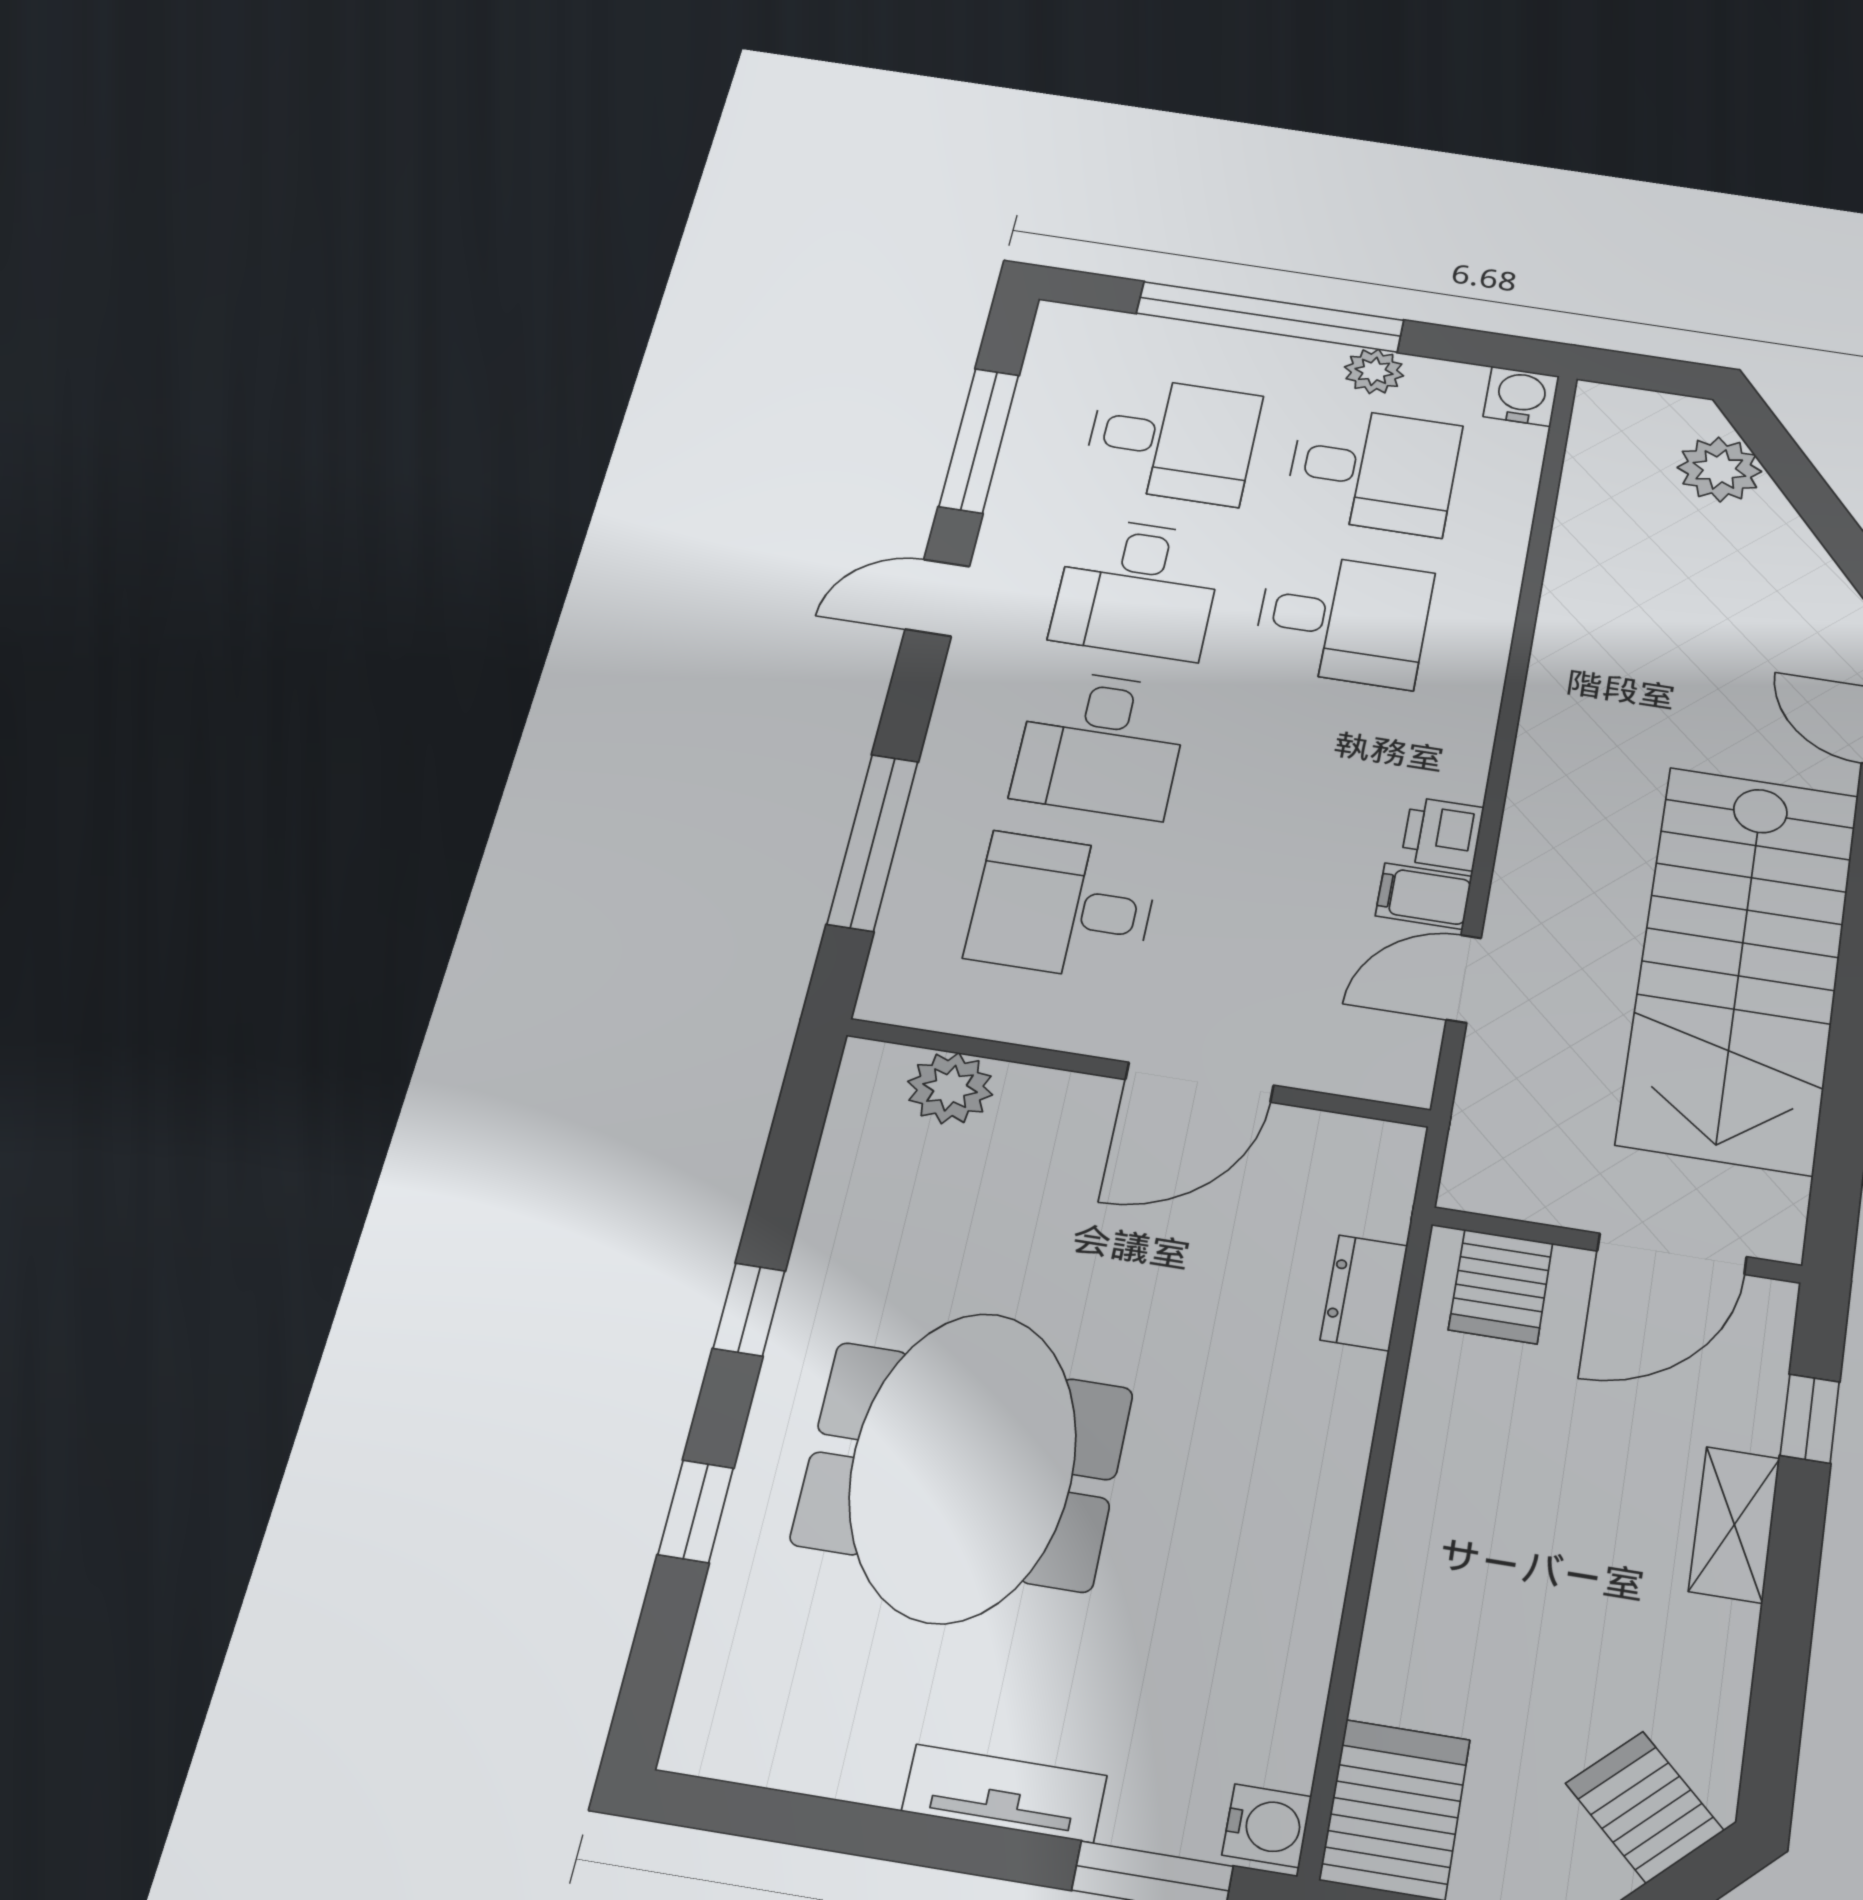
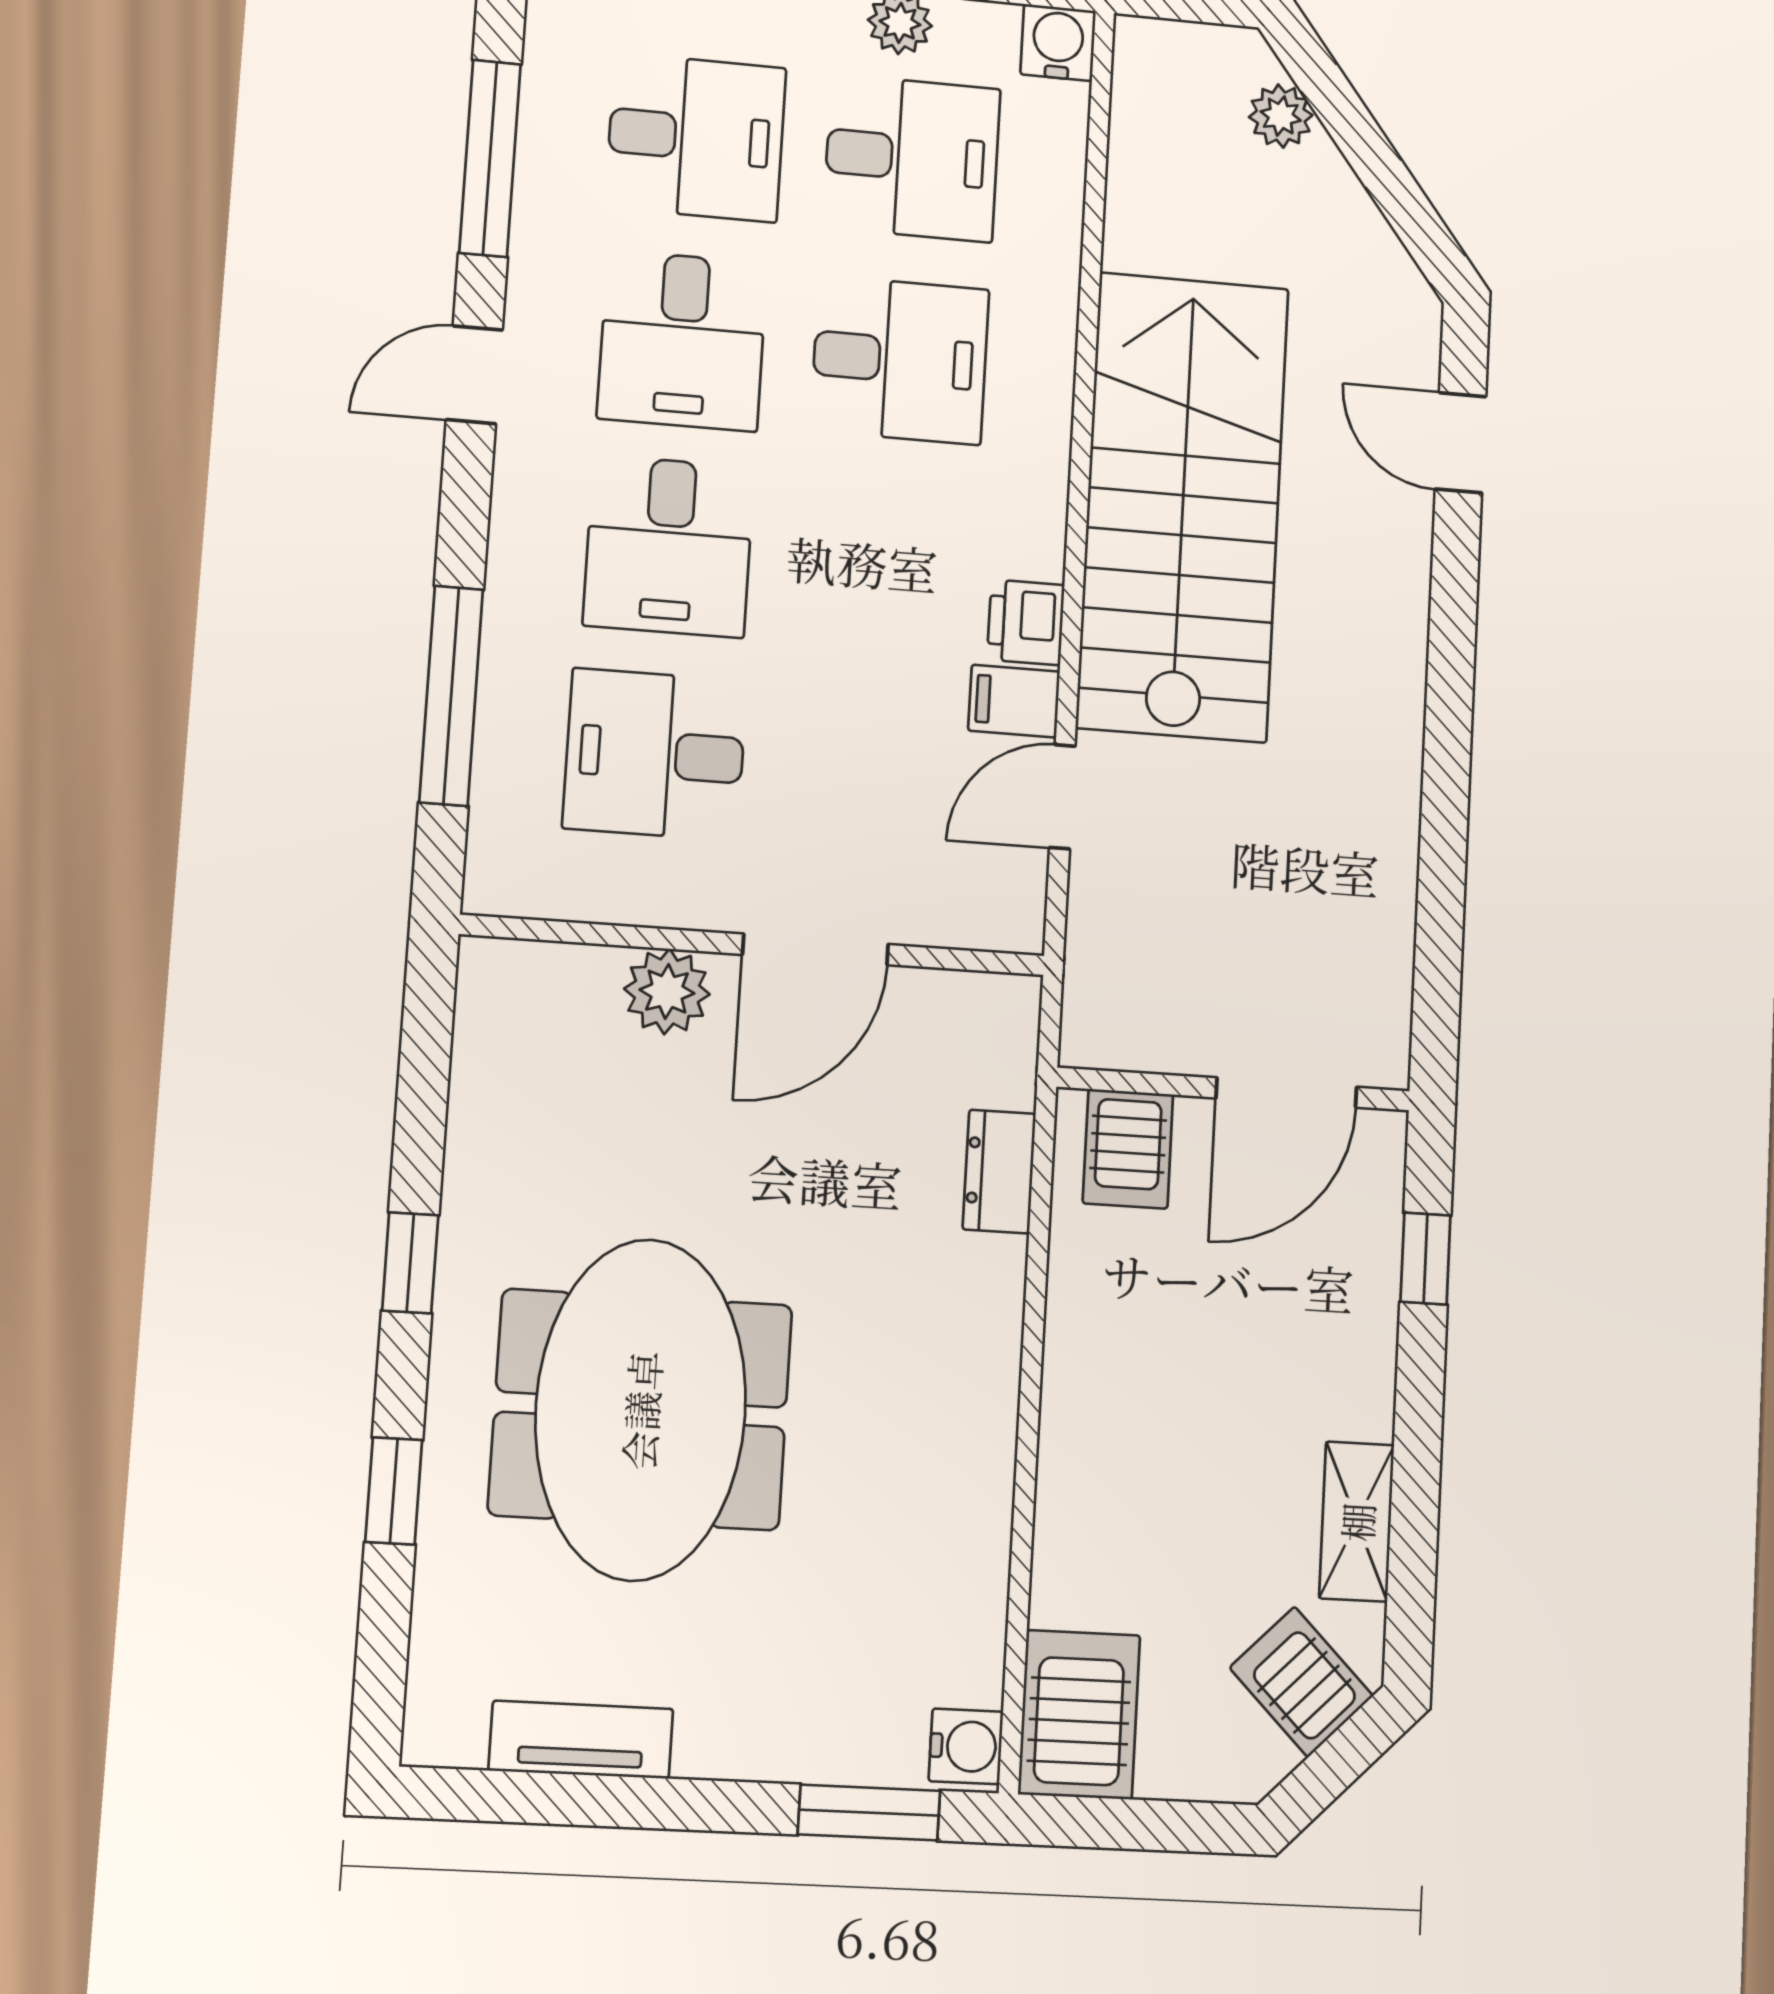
plant: (1719, 469) -> (1281, 116), width x0.73, depth x0.73
stairs: (1740, 966) -> (1183, 507), moved, turned 180
plant: (950, 1088) -> (667, 992), moved
shelving: (1734, 1524) -> (1357, 1522), moved
tv unit: (1004, 1793) -> (581, 1740), moved

